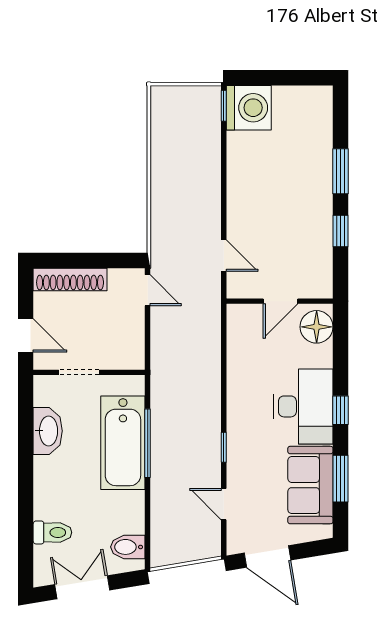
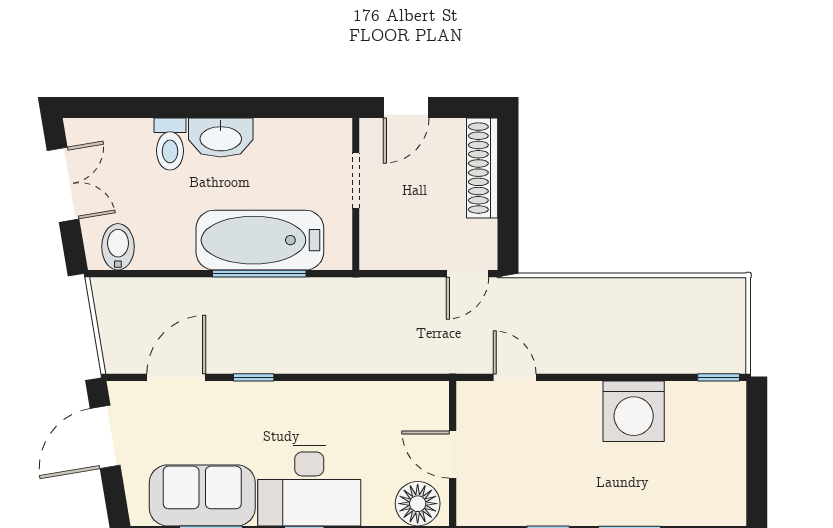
washing machine: (249, 108) -> (634, 411), moved
door: (224, 256) -> (515, 377), swing flipped
washbasin: (48, 431) -> (221, 138), moved
door: (224, 504) -> (176, 377), width x1.38
toilet: (52, 532) -> (170, 144), moved

